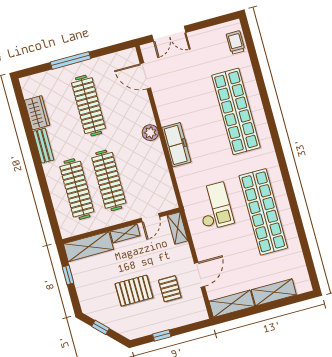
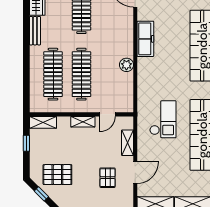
plant: (150, 133) -> (126, 65), moved
freezer: (176, 145) -> (145, 39), moved
shelving: (178, 228) -> (128, 143), moved
shelving: (88, 247) -> (43, 122), width x0.67, depth x0.75
pallet: (134, 291) -> (57, 175), moved

